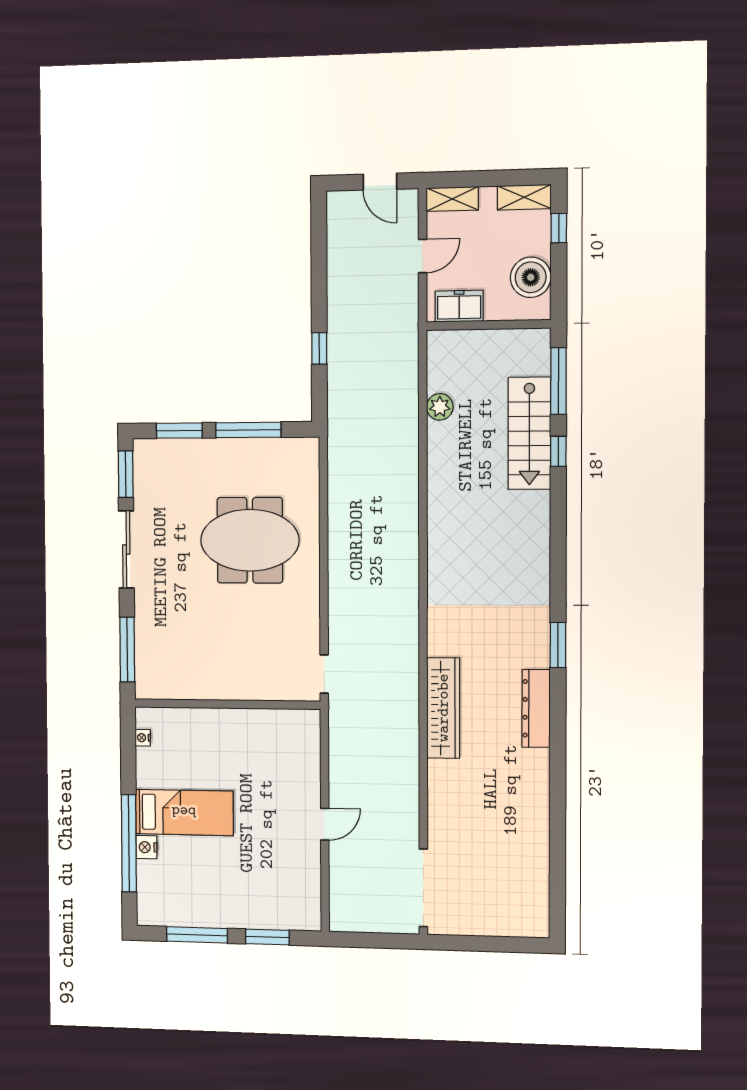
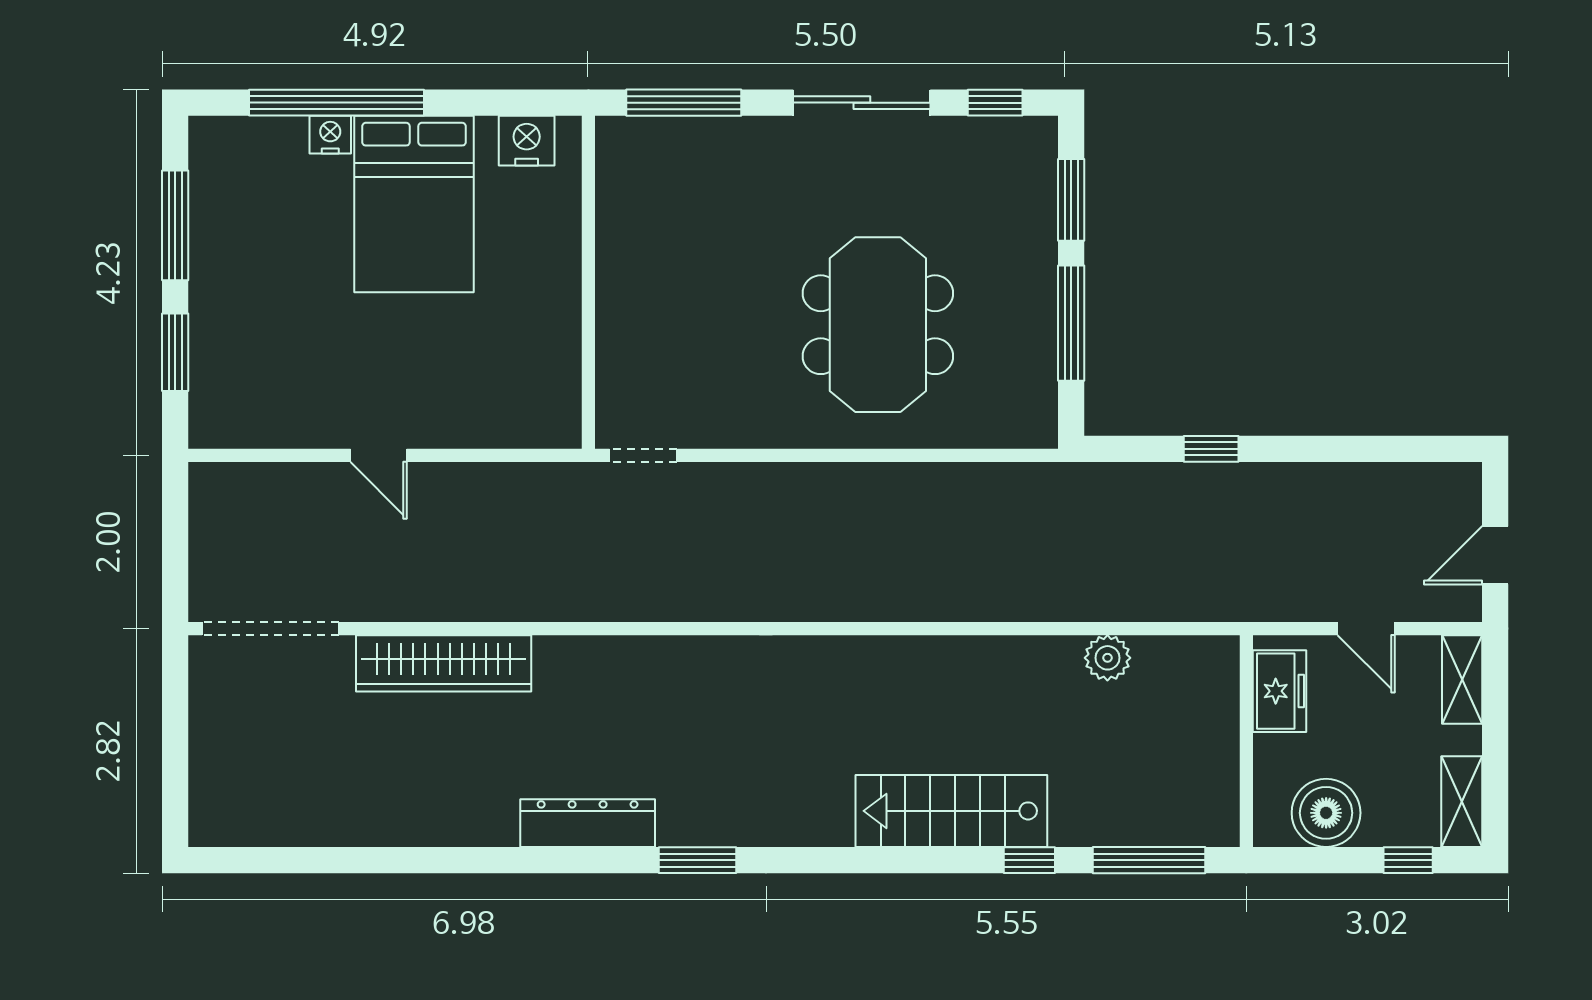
stairs: (529, 433) -> (951, 811), moved
window: (126, 474) -> (995, 103), width x0.67
wardrobe: (443, 708) -> (444, 663), moved
nightstand: (143, 738) -> (527, 141), width x1.89, depth x1.79
bed: (184, 812) -> (414, 204), width x1.50

